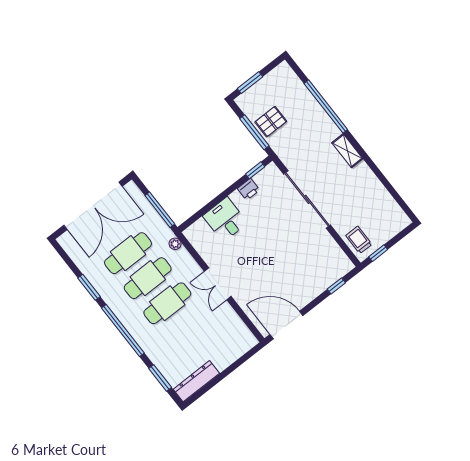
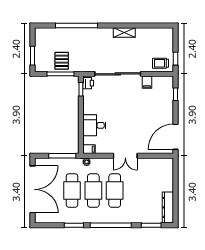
shelving: (347, 151) -> (124, 32), moved
printer: (248, 189) -> (88, 83), moved
filing cabinet: (192, 235) -> (89, 149), added
filing cabinet: (324, 242) -> (147, 82), added

